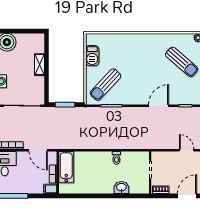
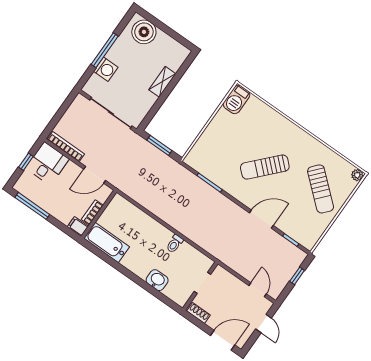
barbecue: (92, 56) -> (237, 99), moved
sun lounger: (105, 85) -> (265, 167), moved
door: (38, 150) -> (95, 175), hinge flipped
bathtub: (66, 167) -> (107, 242), moved, turned -90

